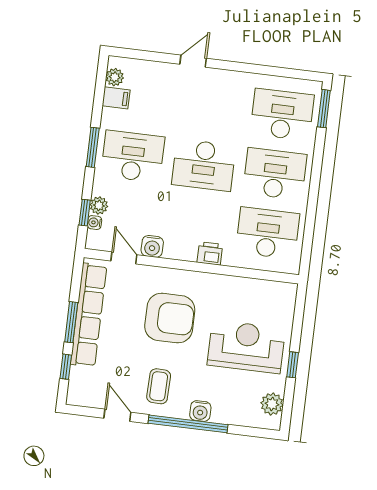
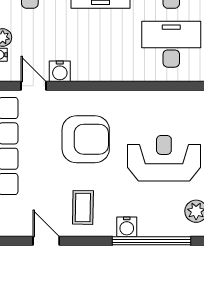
printer: (210, 253) -> (117, 71), removed
window: (188, 424) -> (151, 241), moved

